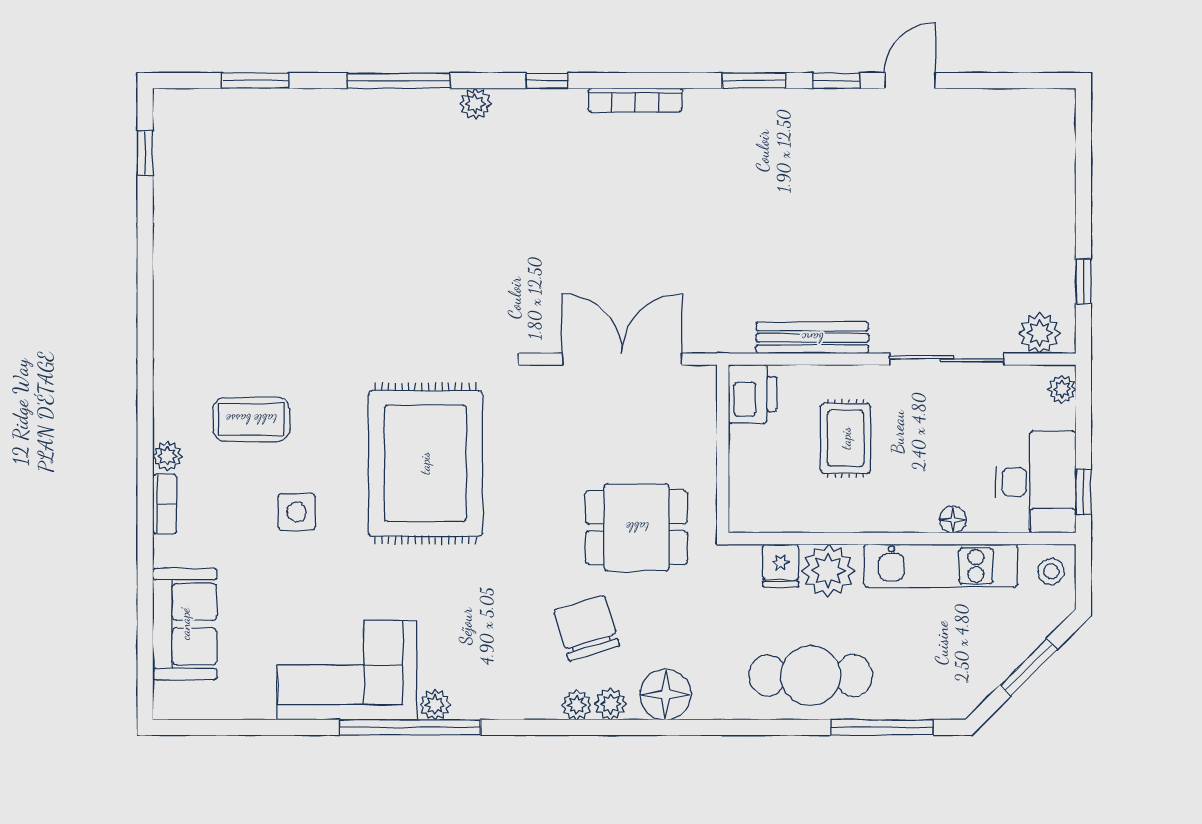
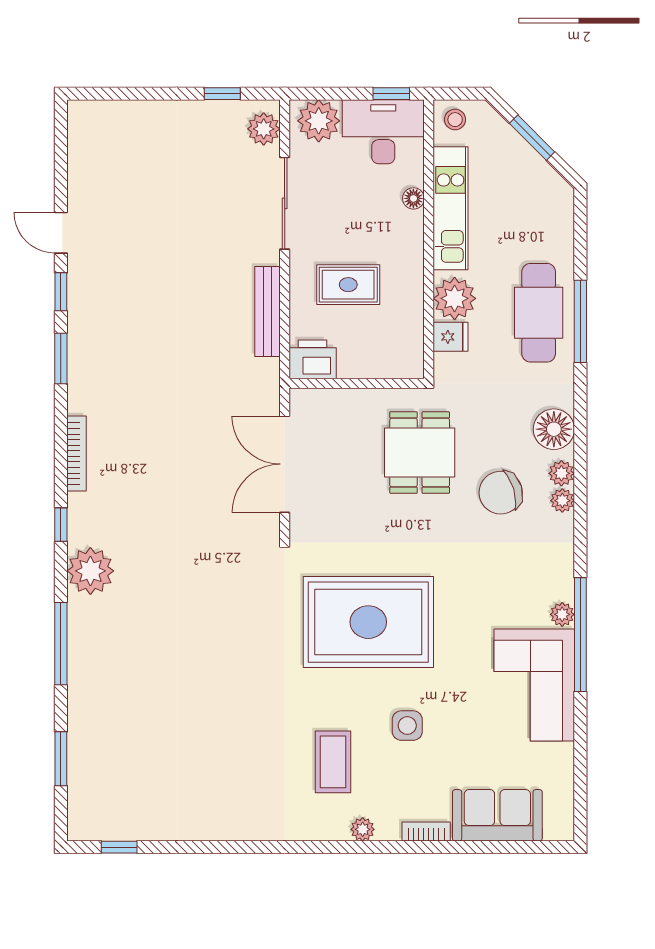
plant: (475, 104) -> (90, 571), width x1.87, depth x1.87
plant: (1062, 389) -> (319, 121), width x1.88, depth x1.88
bookcase: (165, 504) -> (426, 832), moved
window: (882, 727) -> (580, 321), moved

